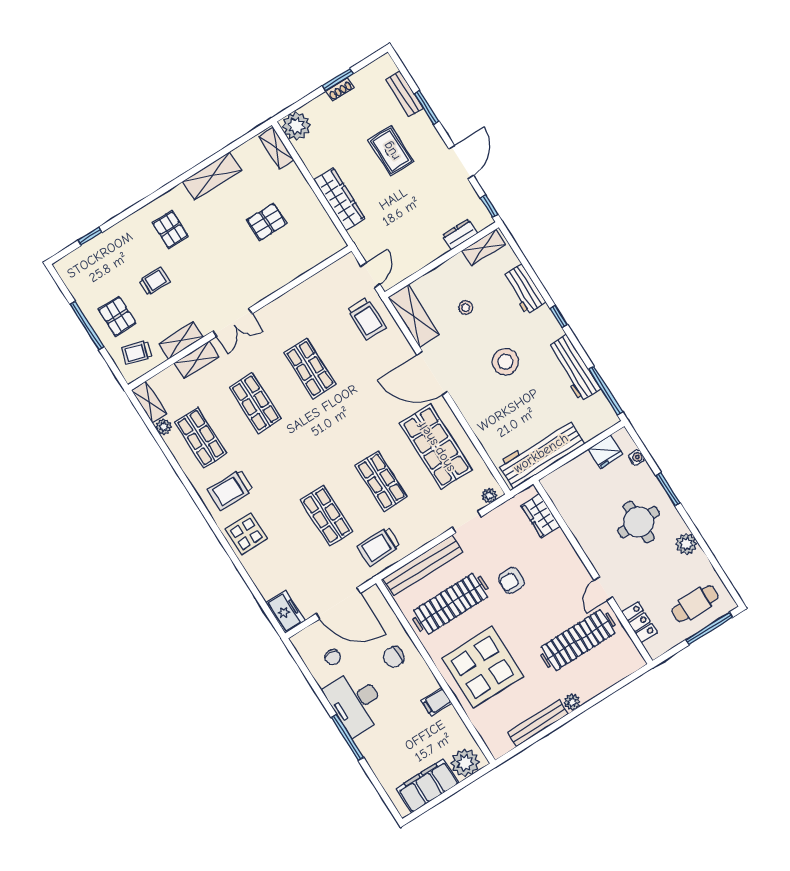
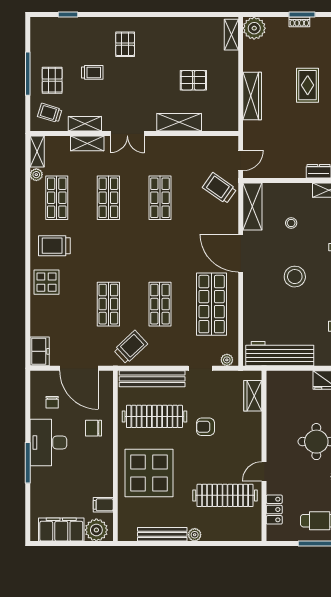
shelving: (212, 176) -> (179, 122), moved
trolley: (367, 319) -> (220, 188), turned 125
trolley: (379, 546) -> (131, 347), turned 137
filing cabinet: (436, 702) -> (103, 505), moved

